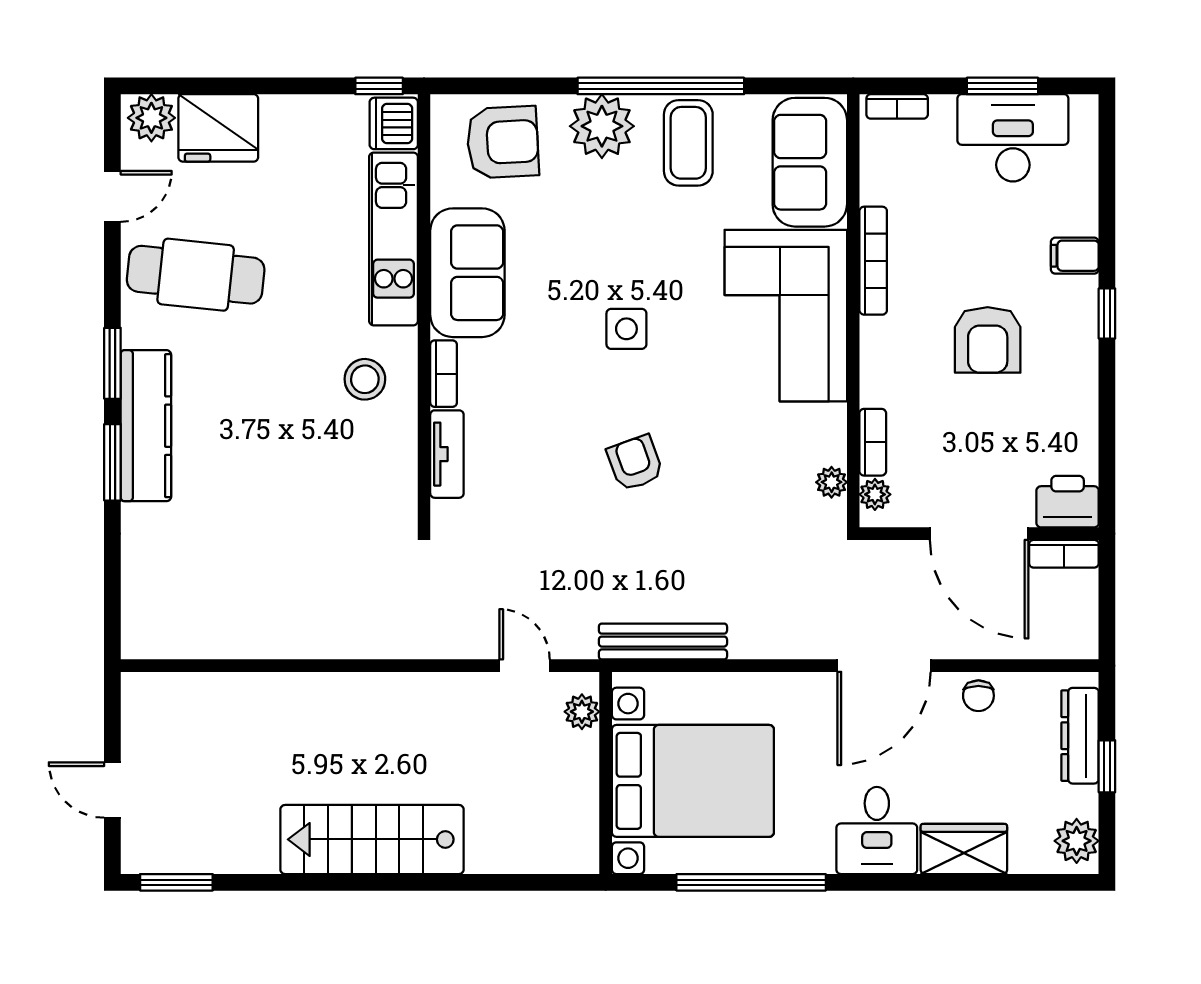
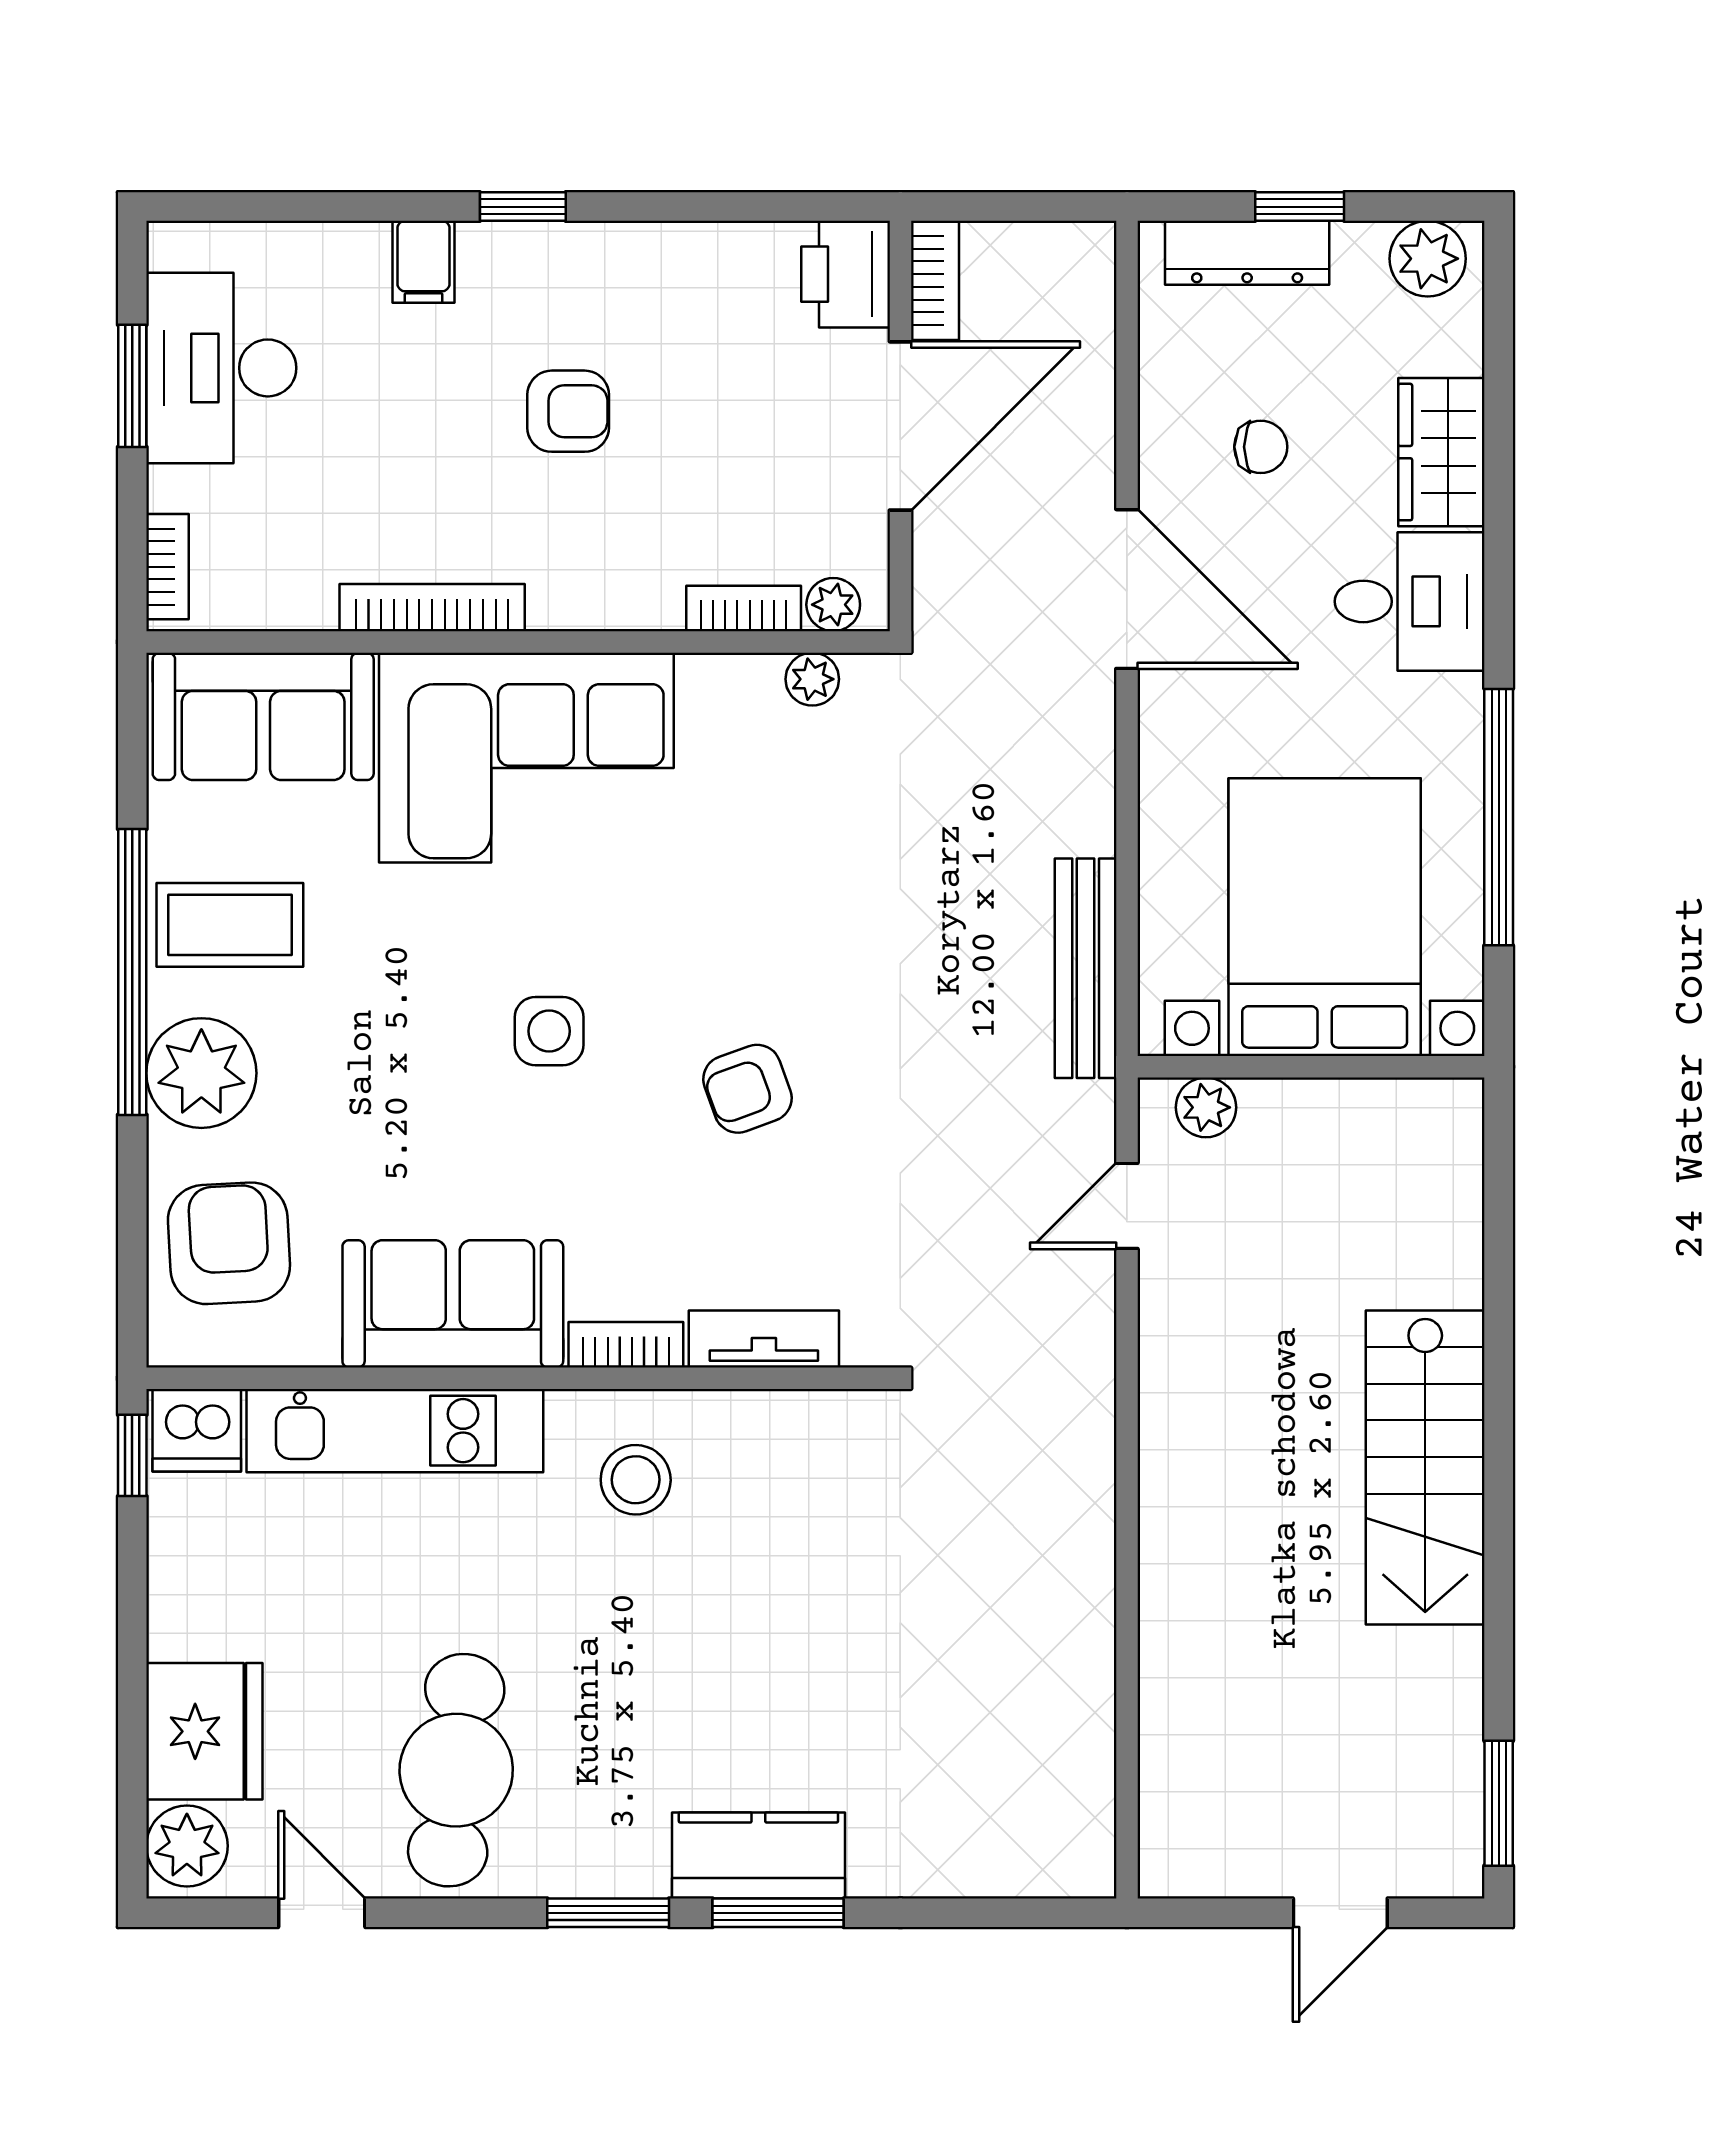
armchair: (988, 340) -> (568, 411), width x0.72, depth x0.72
kitchen counter: (146, 426) -> (758, 1855), width x0.67
armchair: (635, 463) -> (747, 1089), moved
chair: (978, 696) -> (1261, 447), moved

